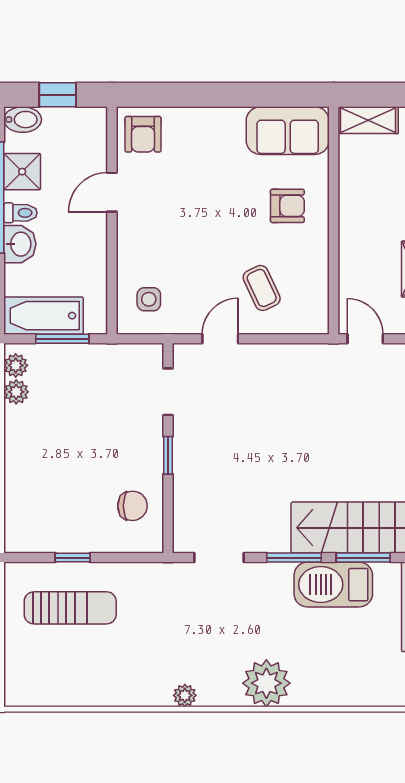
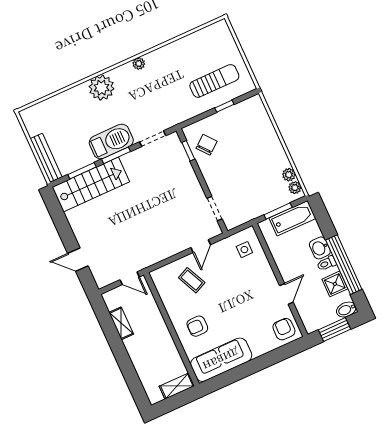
window: (58, 95) -> (335, 329), width x1.50
sofa: (288, 131) -> (221, 360), width x1.36
window: (168, 455) -> (188, 151), moved
chair: (132, 506) -> (207, 145), turned 141
barbecue: (333, 585) -> (111, 141), moved
sun lounger: (70, 608) -> (214, 81), turned 180

